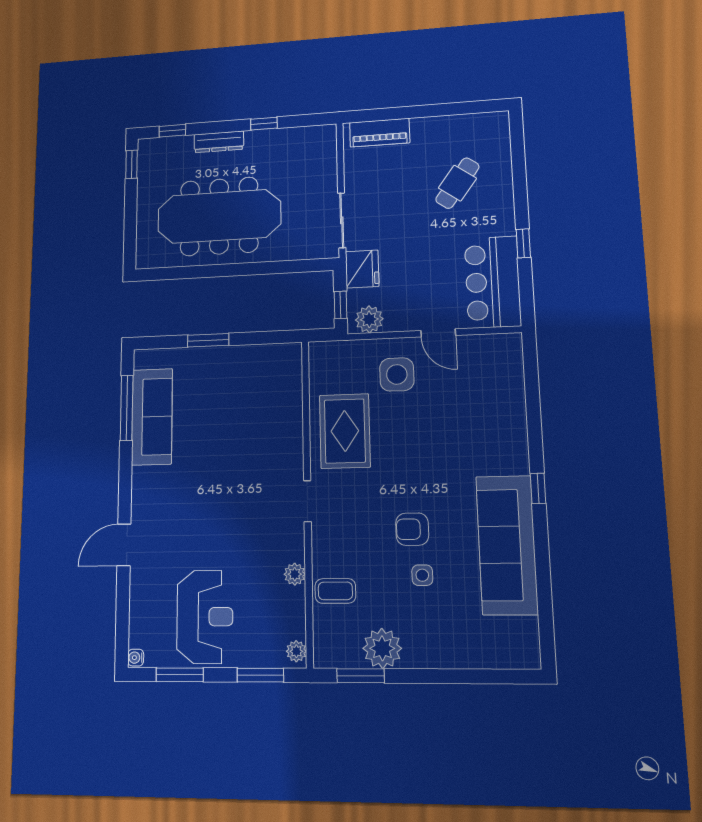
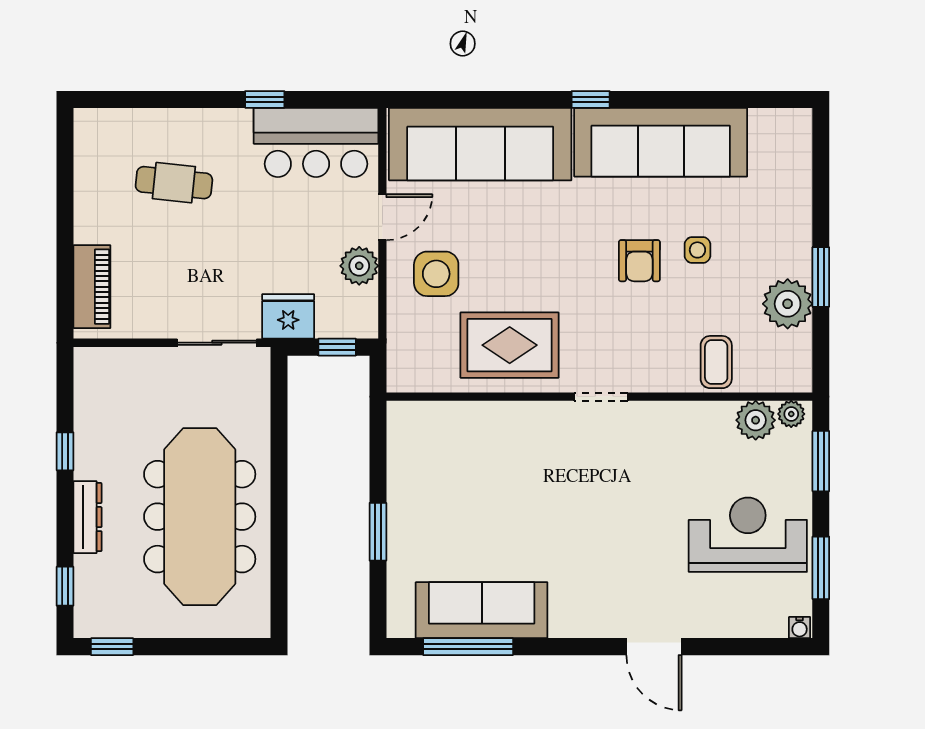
cafe table: (457, 183) -> (174, 183), turned -30
plant: (369, 319) -> (359, 266), moved
sofa: (498, 404) -> (480, 144), added
plant: (295, 574) -> (756, 420), moved, width x1.38, depth x1.38
window: (361, 676) -> (821, 277), moved

